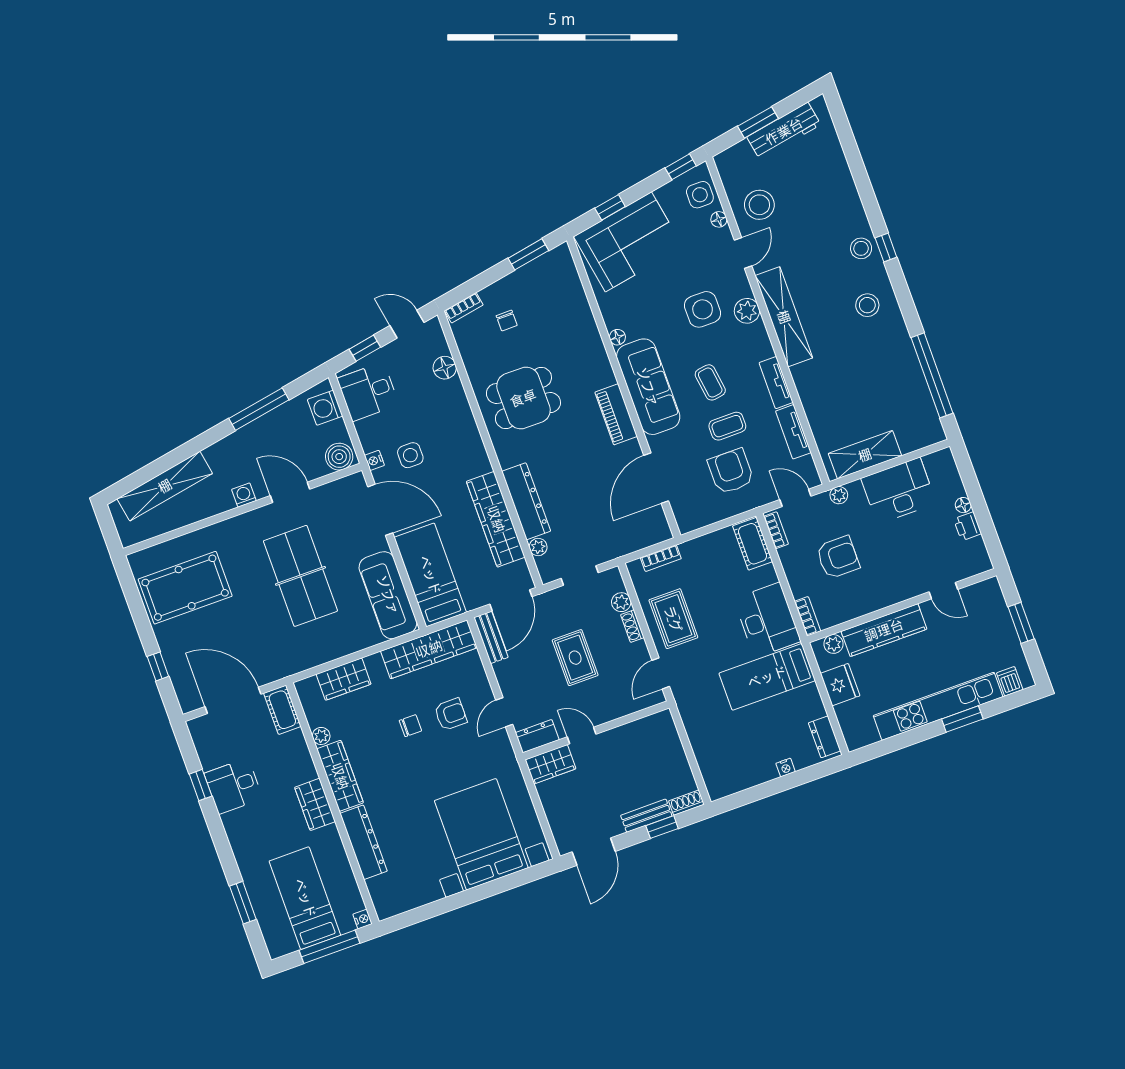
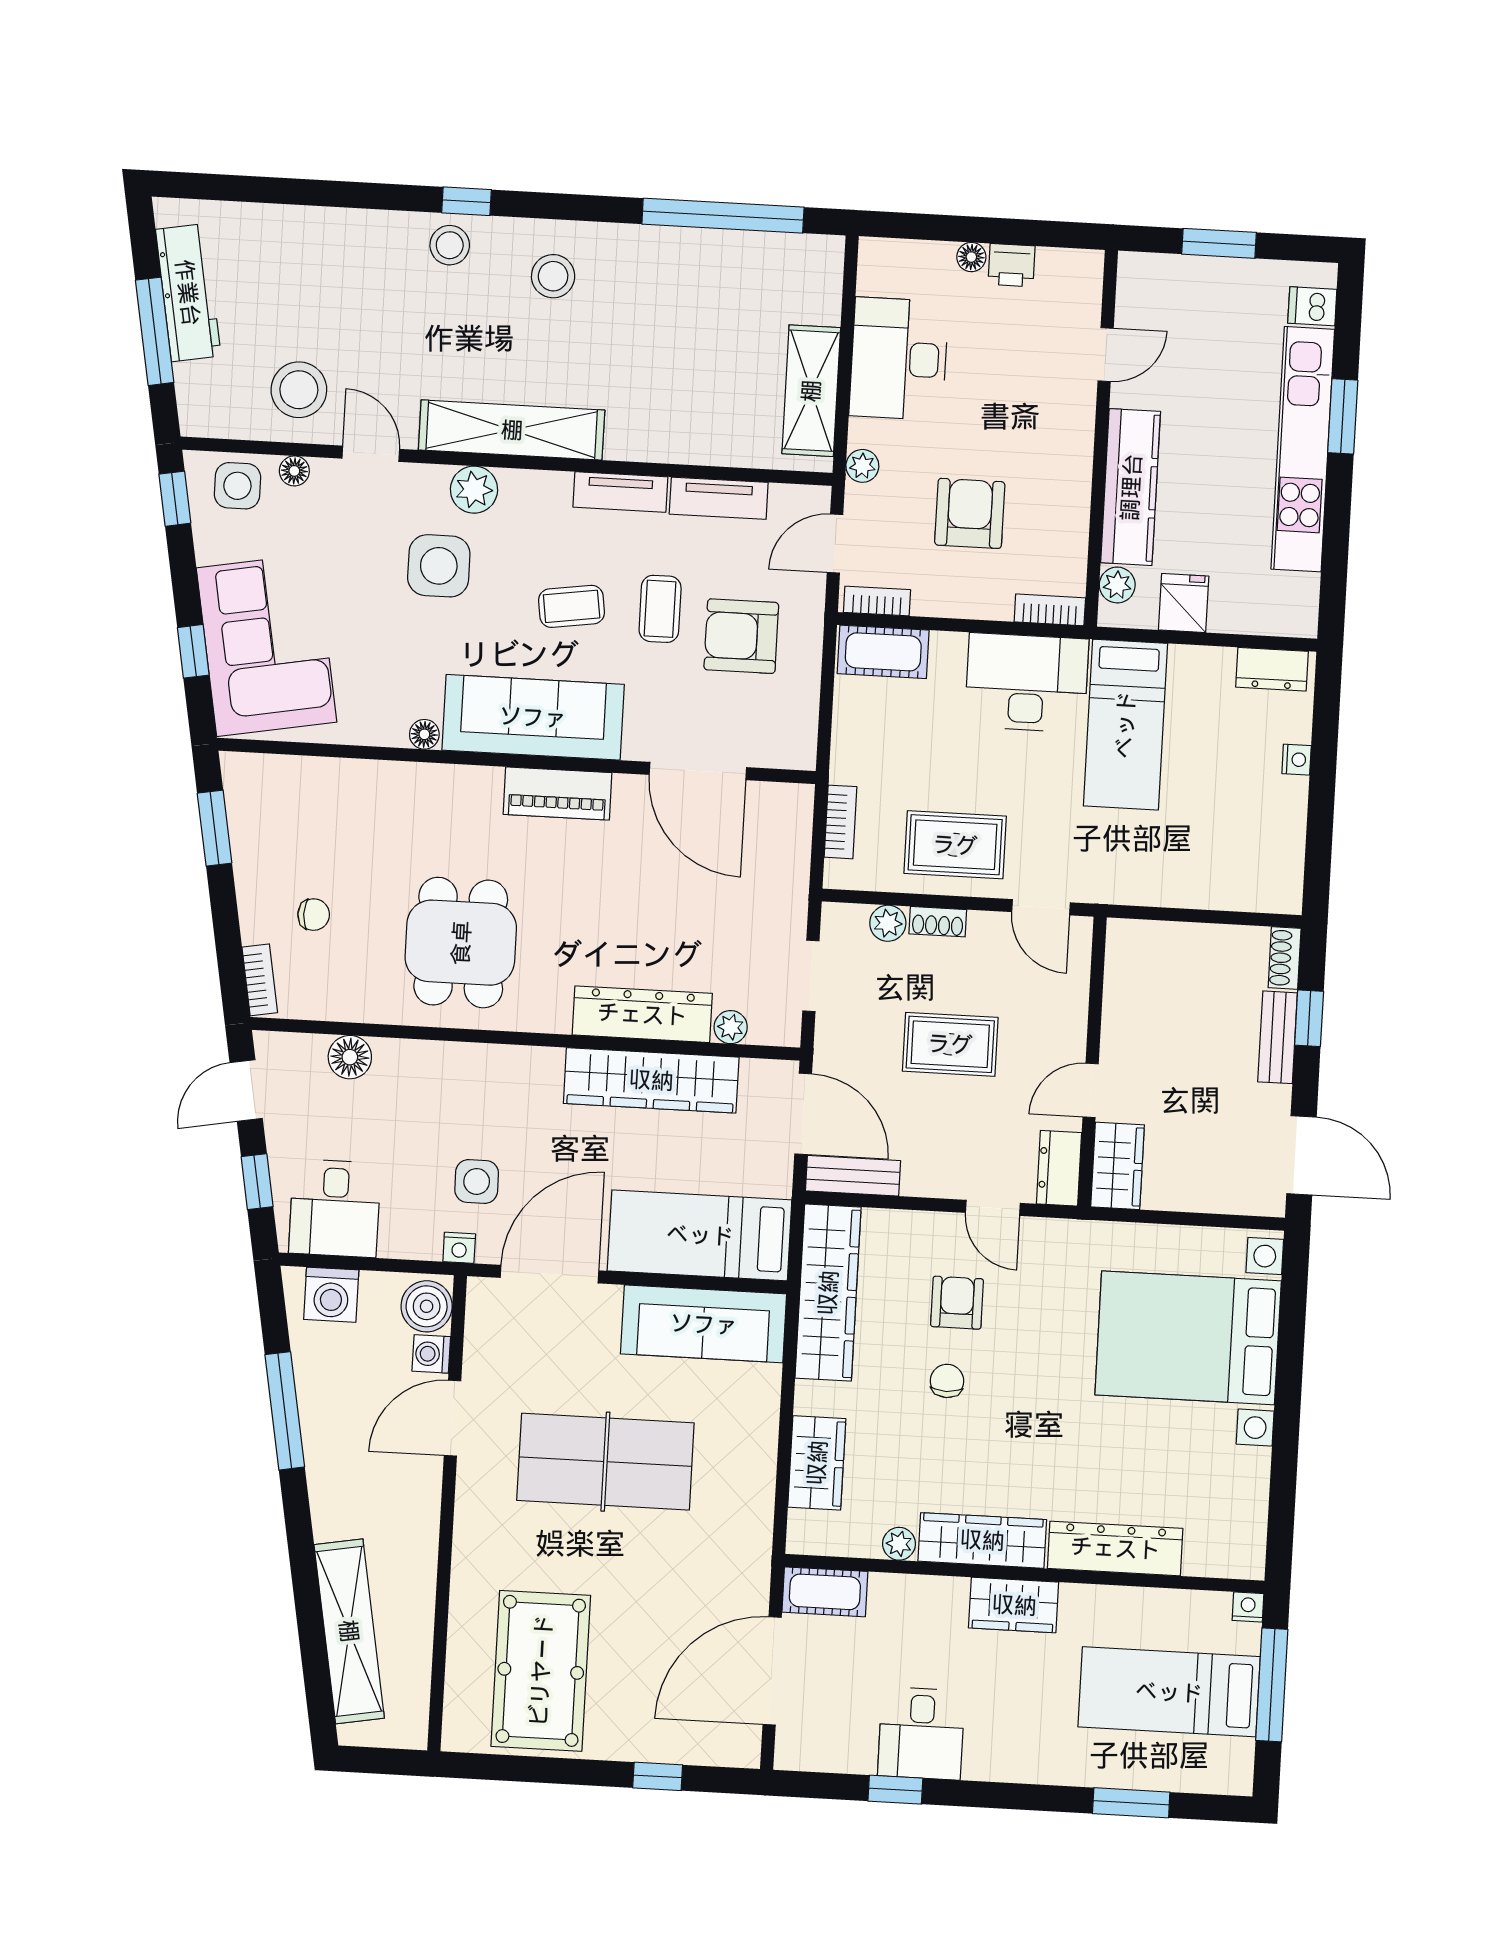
window: (758, 122) -> (155, 331), width x1.44
washing machine: (244, 495) -> (431, 1354), moved
fridge: (840, 685) -> (1184, 603), width x0.72

